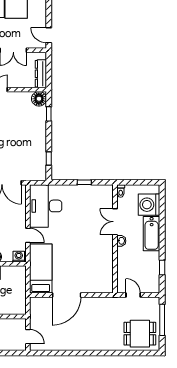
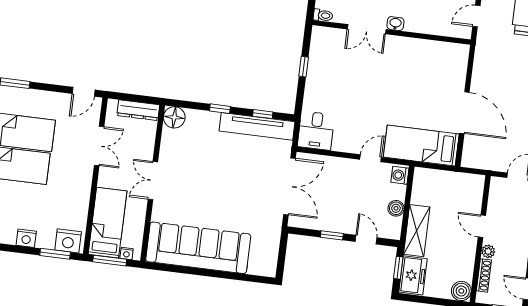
window: (49, 114) -> (220, 109), moved
tv unit: (40, 156) -> (257, 126), added
desk: (46, 206) -> (316, 131), width x0.53, depth x0.77

